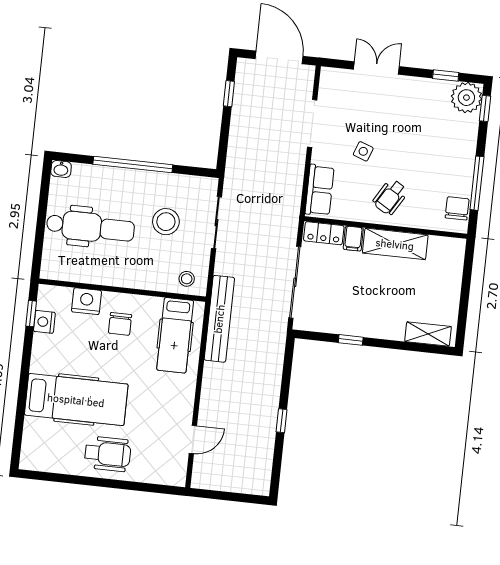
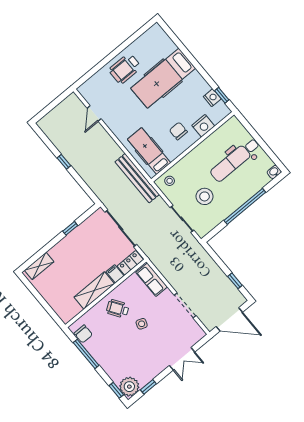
side table: (363, 151) -> (142, 324), moved
wheelchair: (390, 197) -> (118, 309), turned -65

